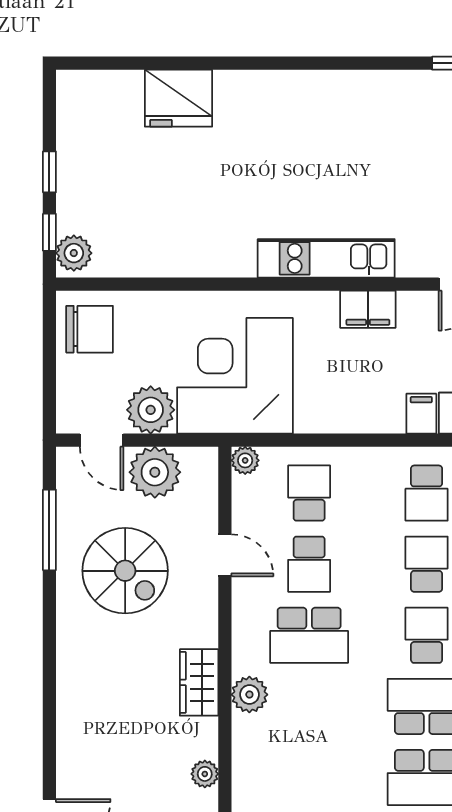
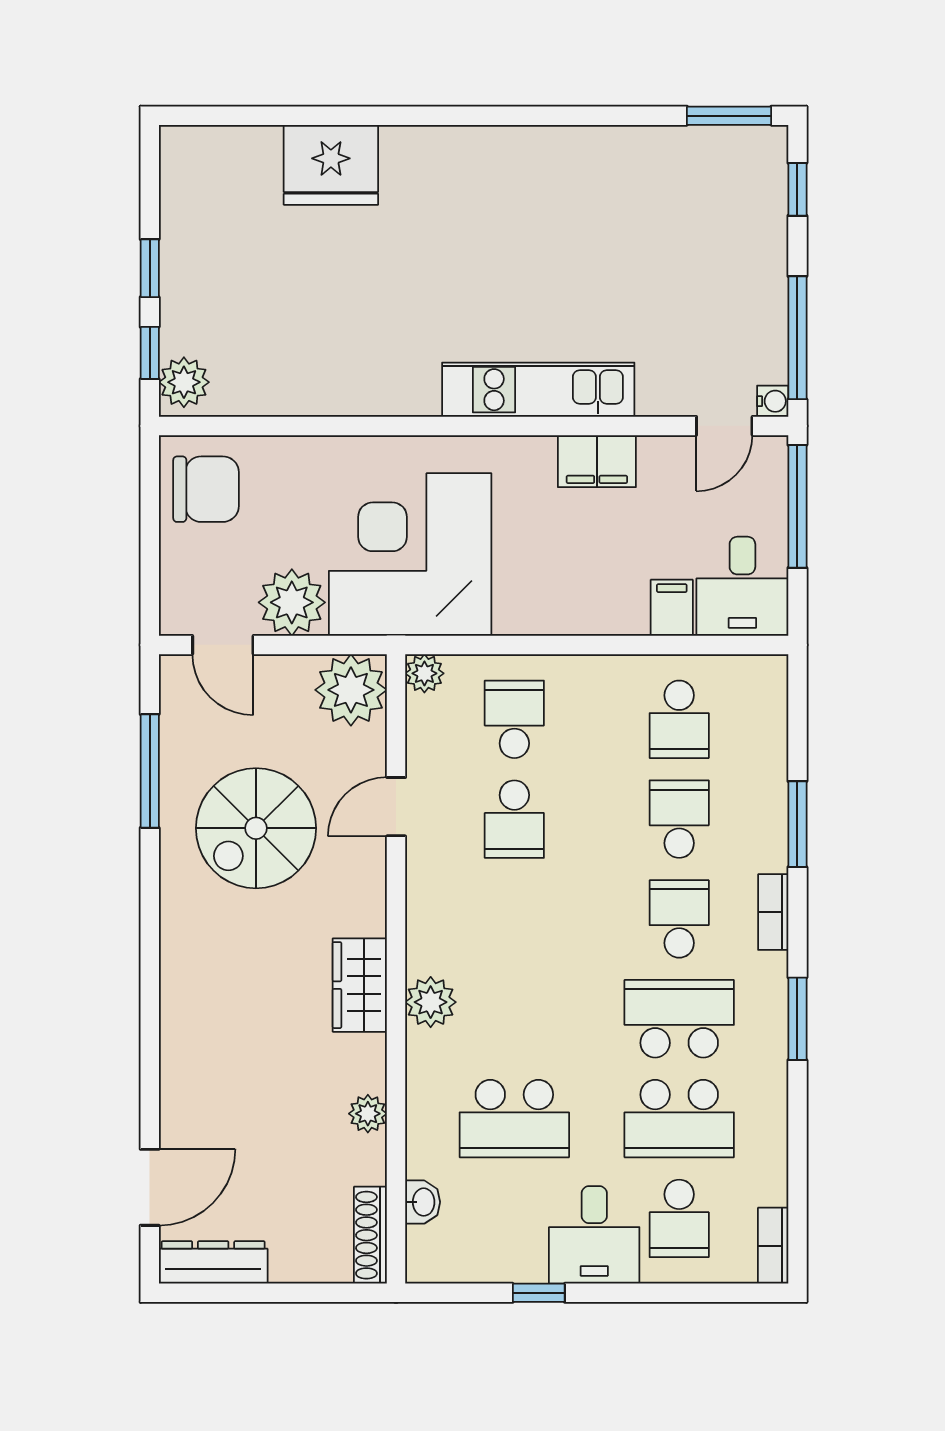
plant: (155, 472) -> (351, 690), moved
door: (225, 555) -> (396, 807), swing flipped
spiral stairs: (125, 571) -> (256, 828), turned 90
school desk: (309, 635) -> (514, 1119), moved

